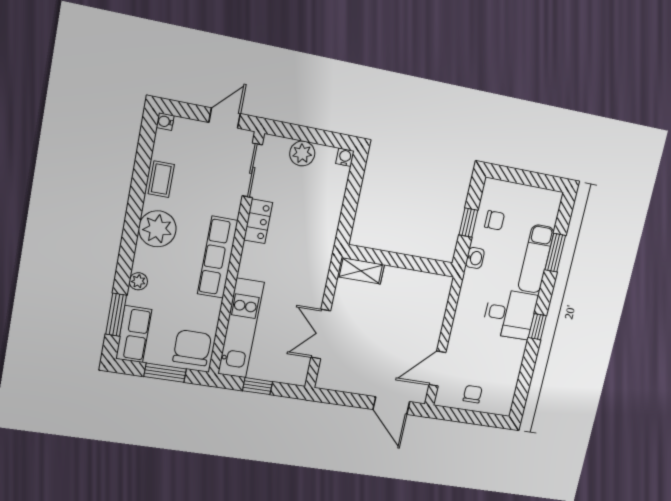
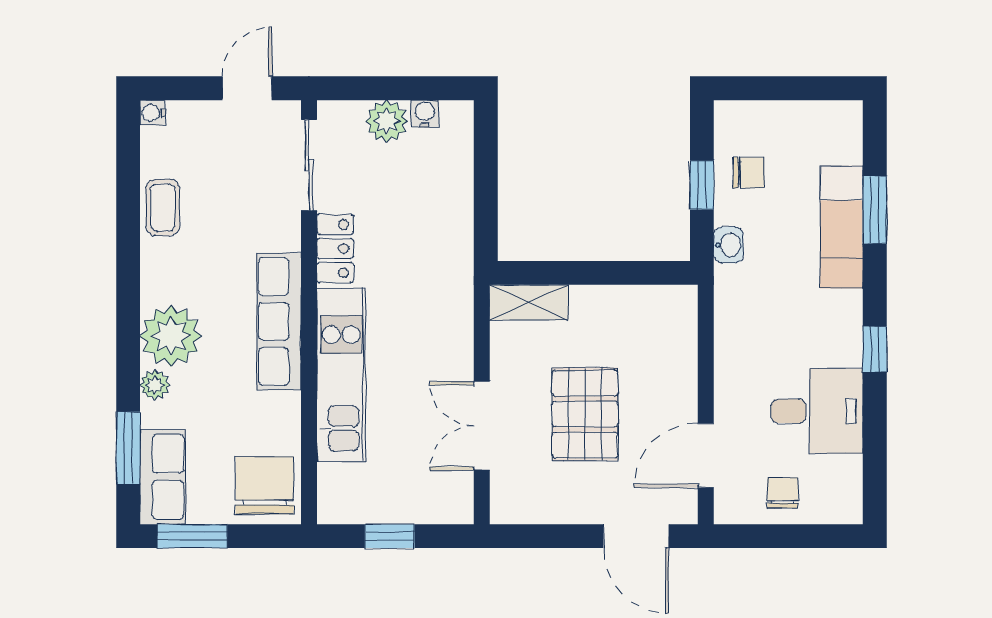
water cooler: (345, 157) -> (425, 114), moved
plant: (157, 229) -> (171, 336), moved
desk: (510, 314) -> (817, 411), moved
kitchen unit: (241, 328) -> (341, 375), moved
pallet: (378, 337) -> (585, 414), added
window: (165, 373) -> (192, 536), moved

